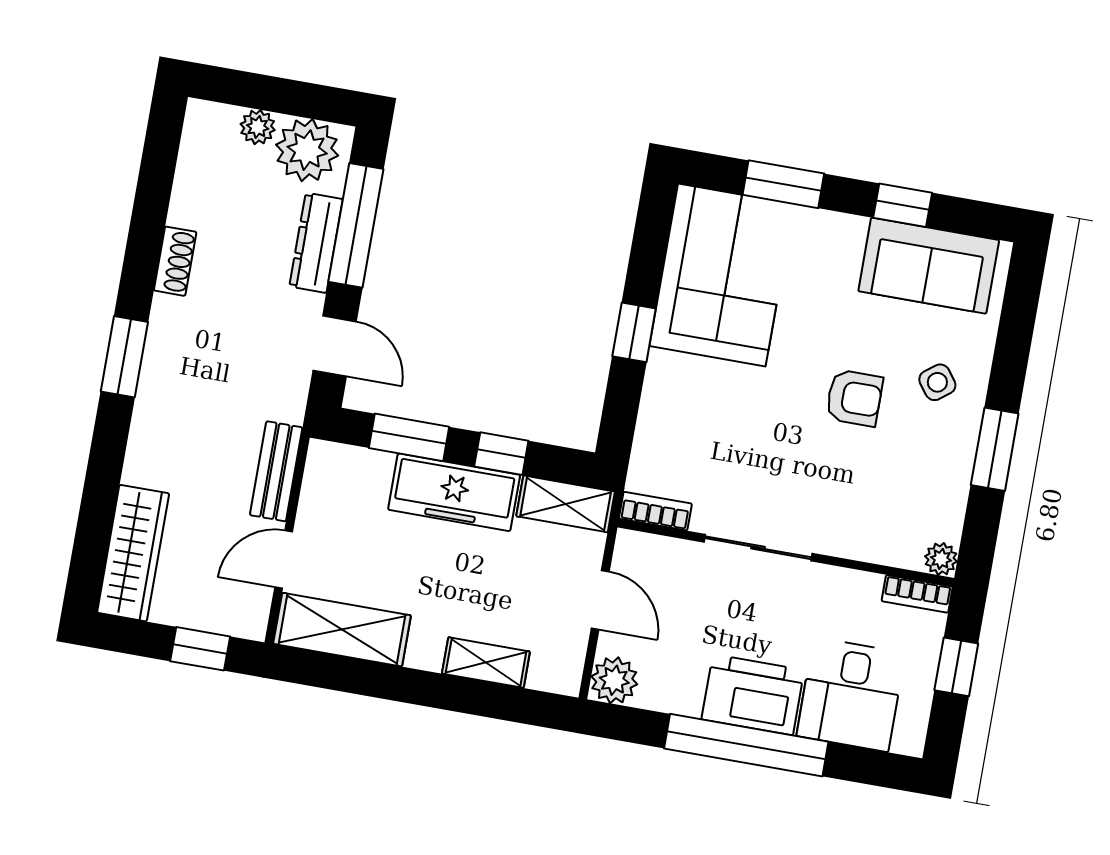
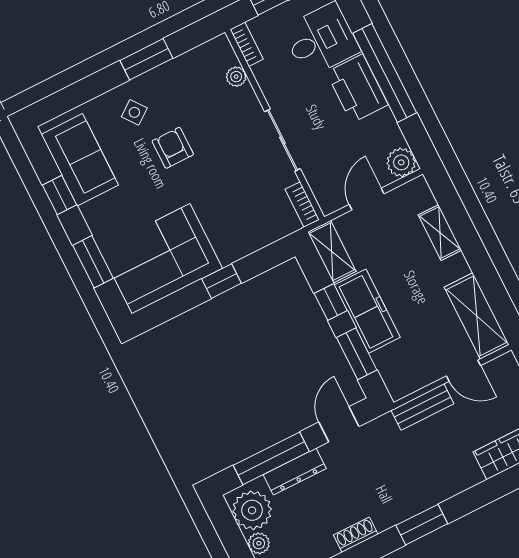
plant: (941, 559) -> (236, 77), moved

